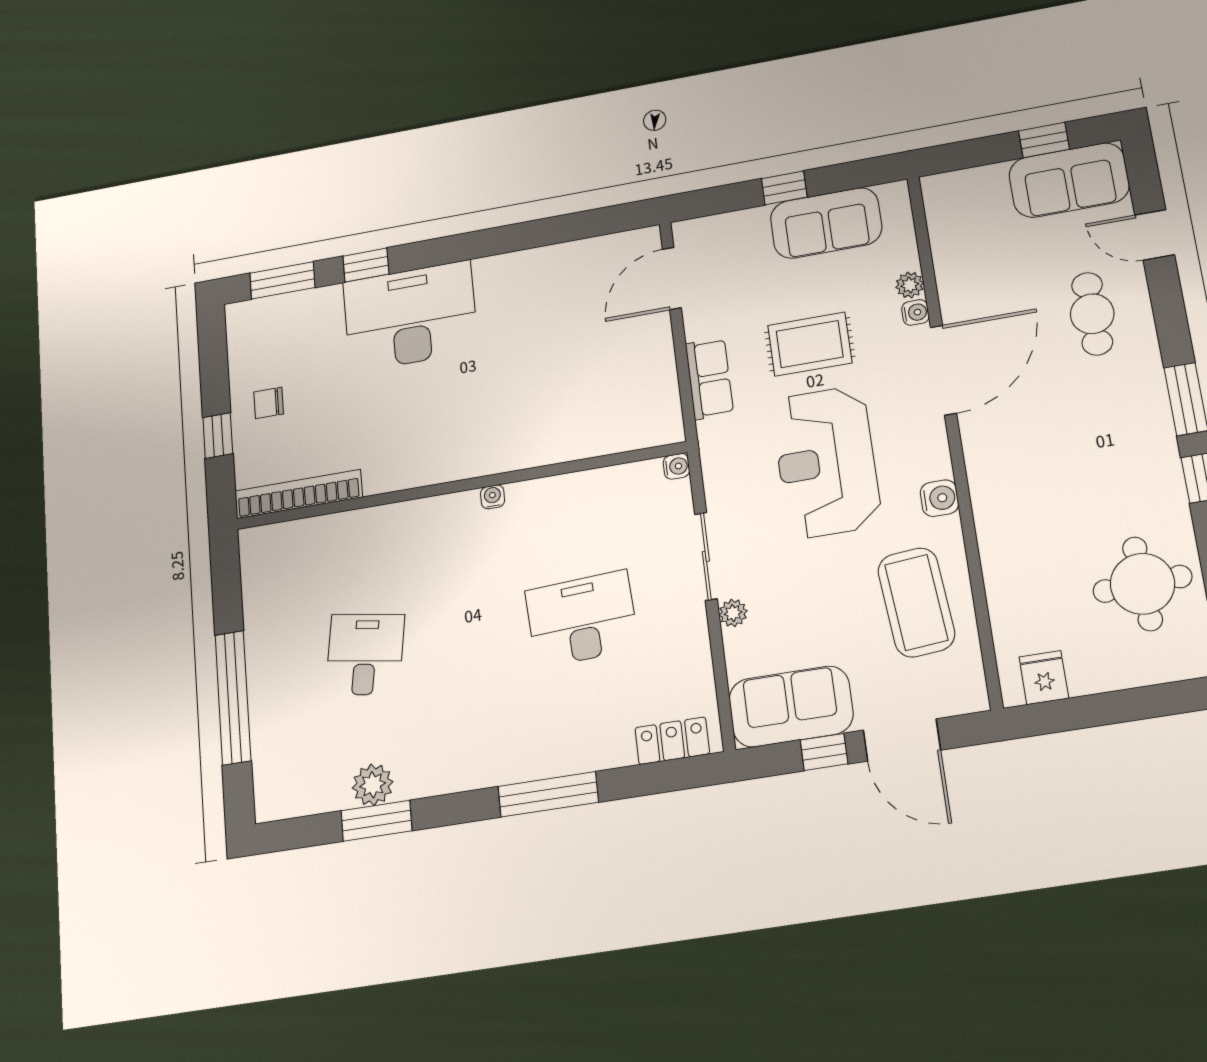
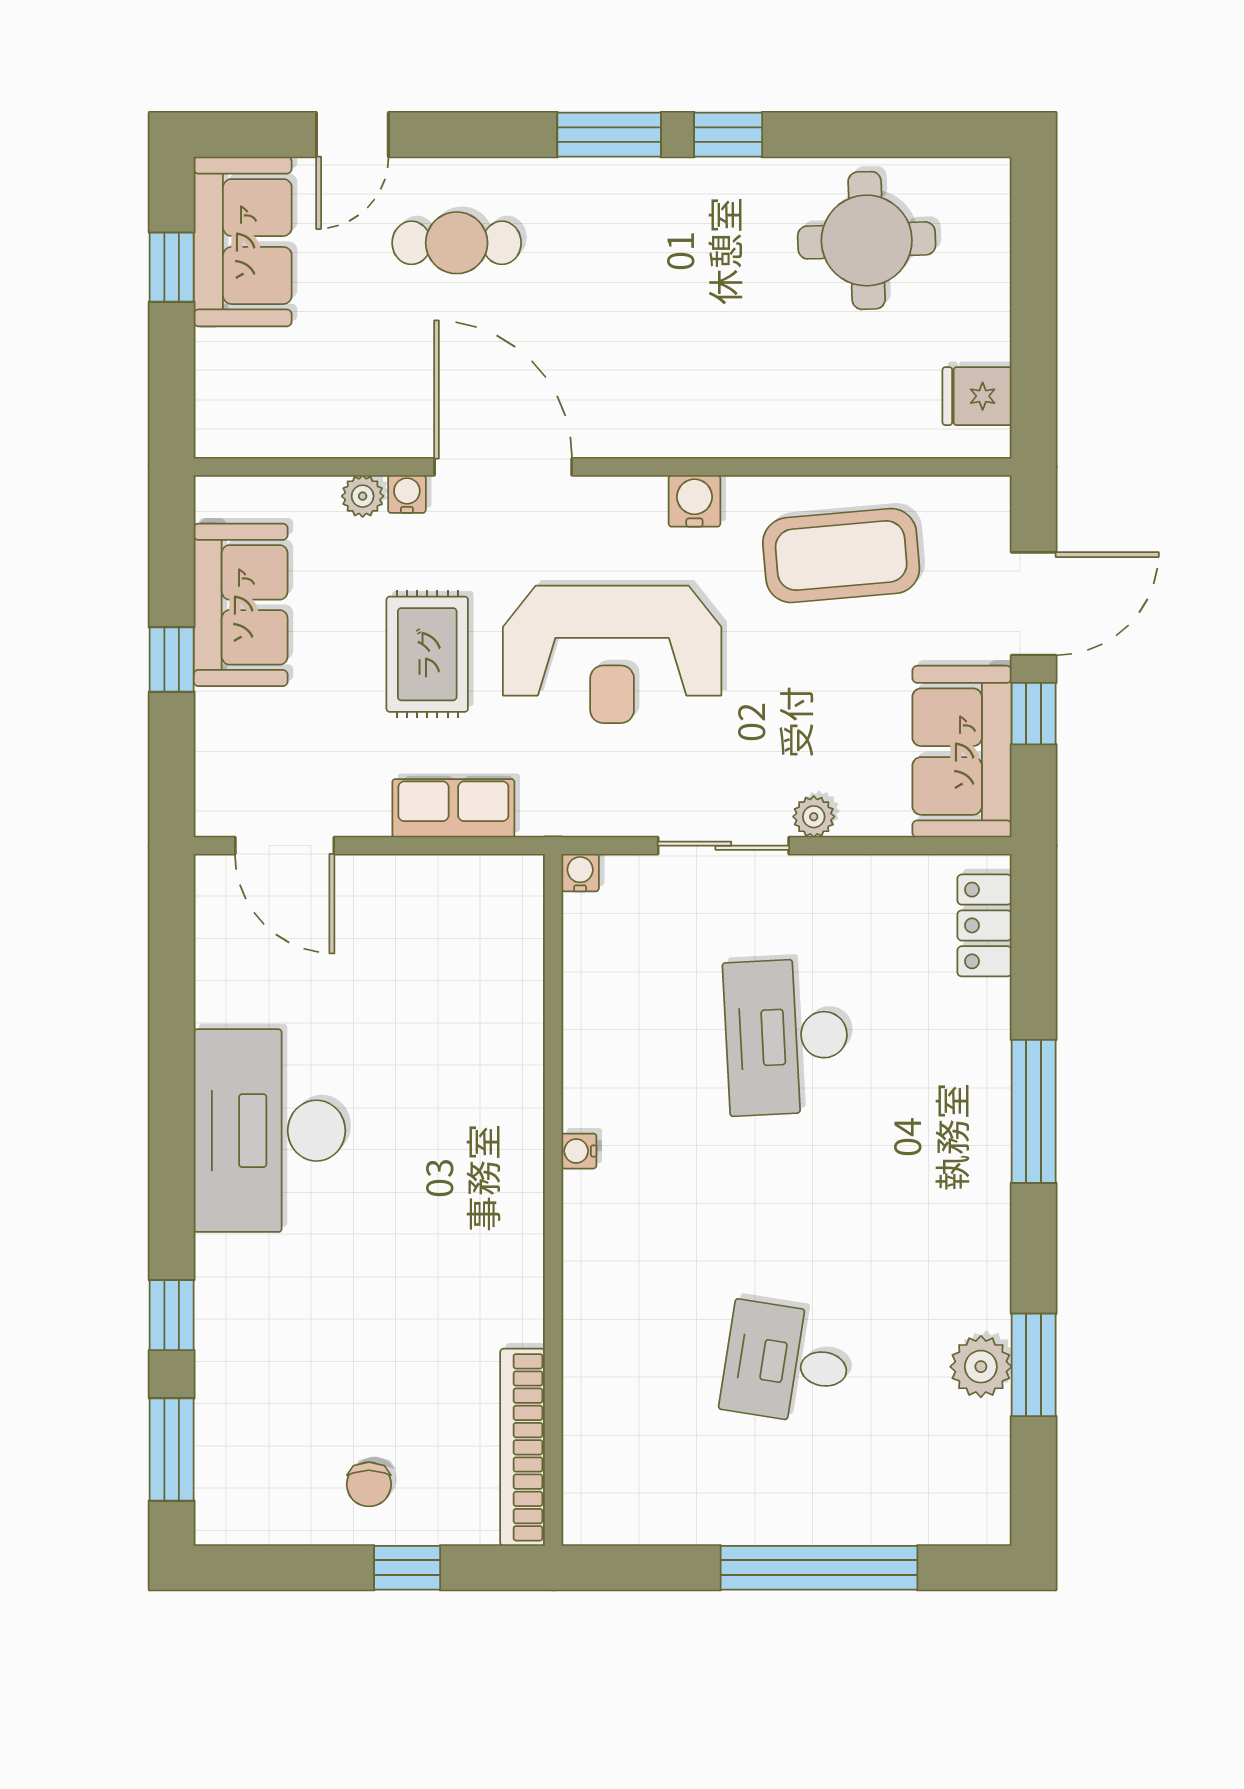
desk: (410, 316) -> (269, 1131), moved

